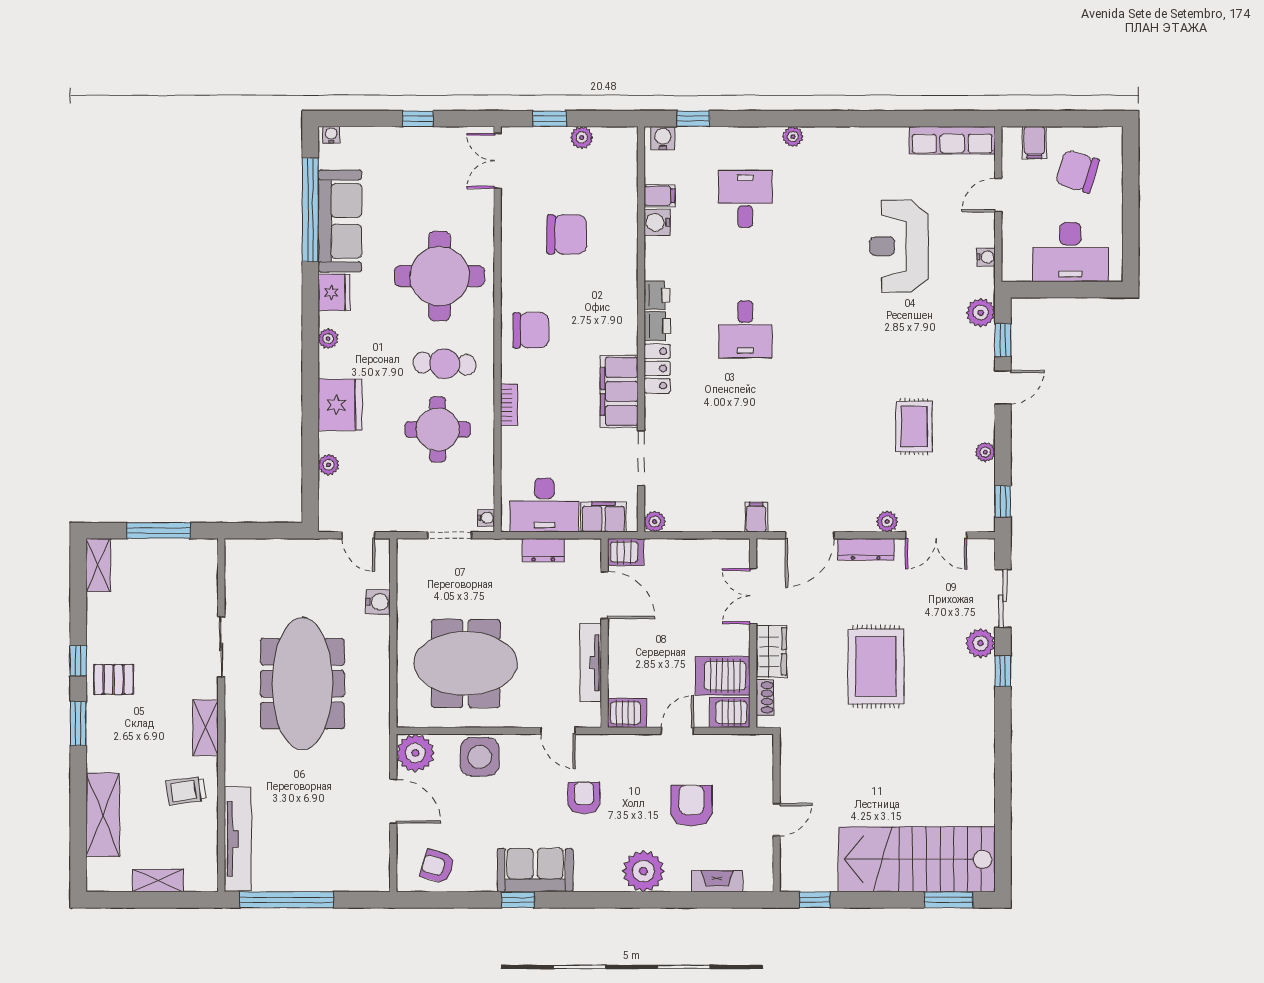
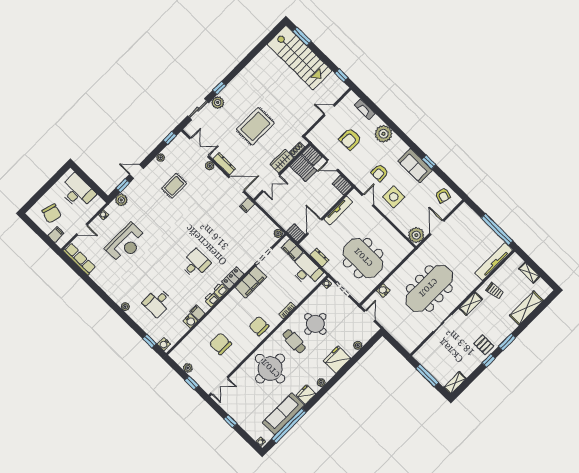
filing cabinet: (659, 196) -> (197, 312), moved
meeting table: (466, 663) -> (363, 258), moved
side table: (480, 757) -> (394, 197), moved

